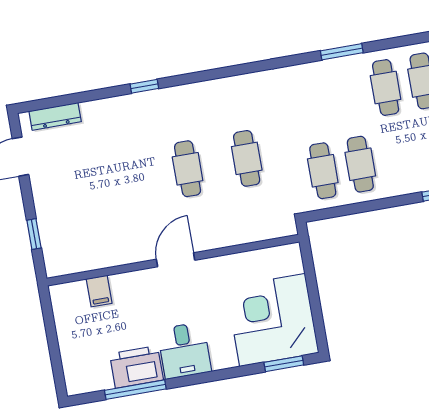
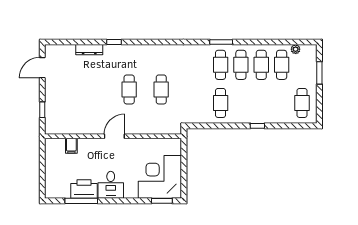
dresser: (55, 116) -> (89, 50), moved
cafe table: (323, 171) -> (221, 65), moved

